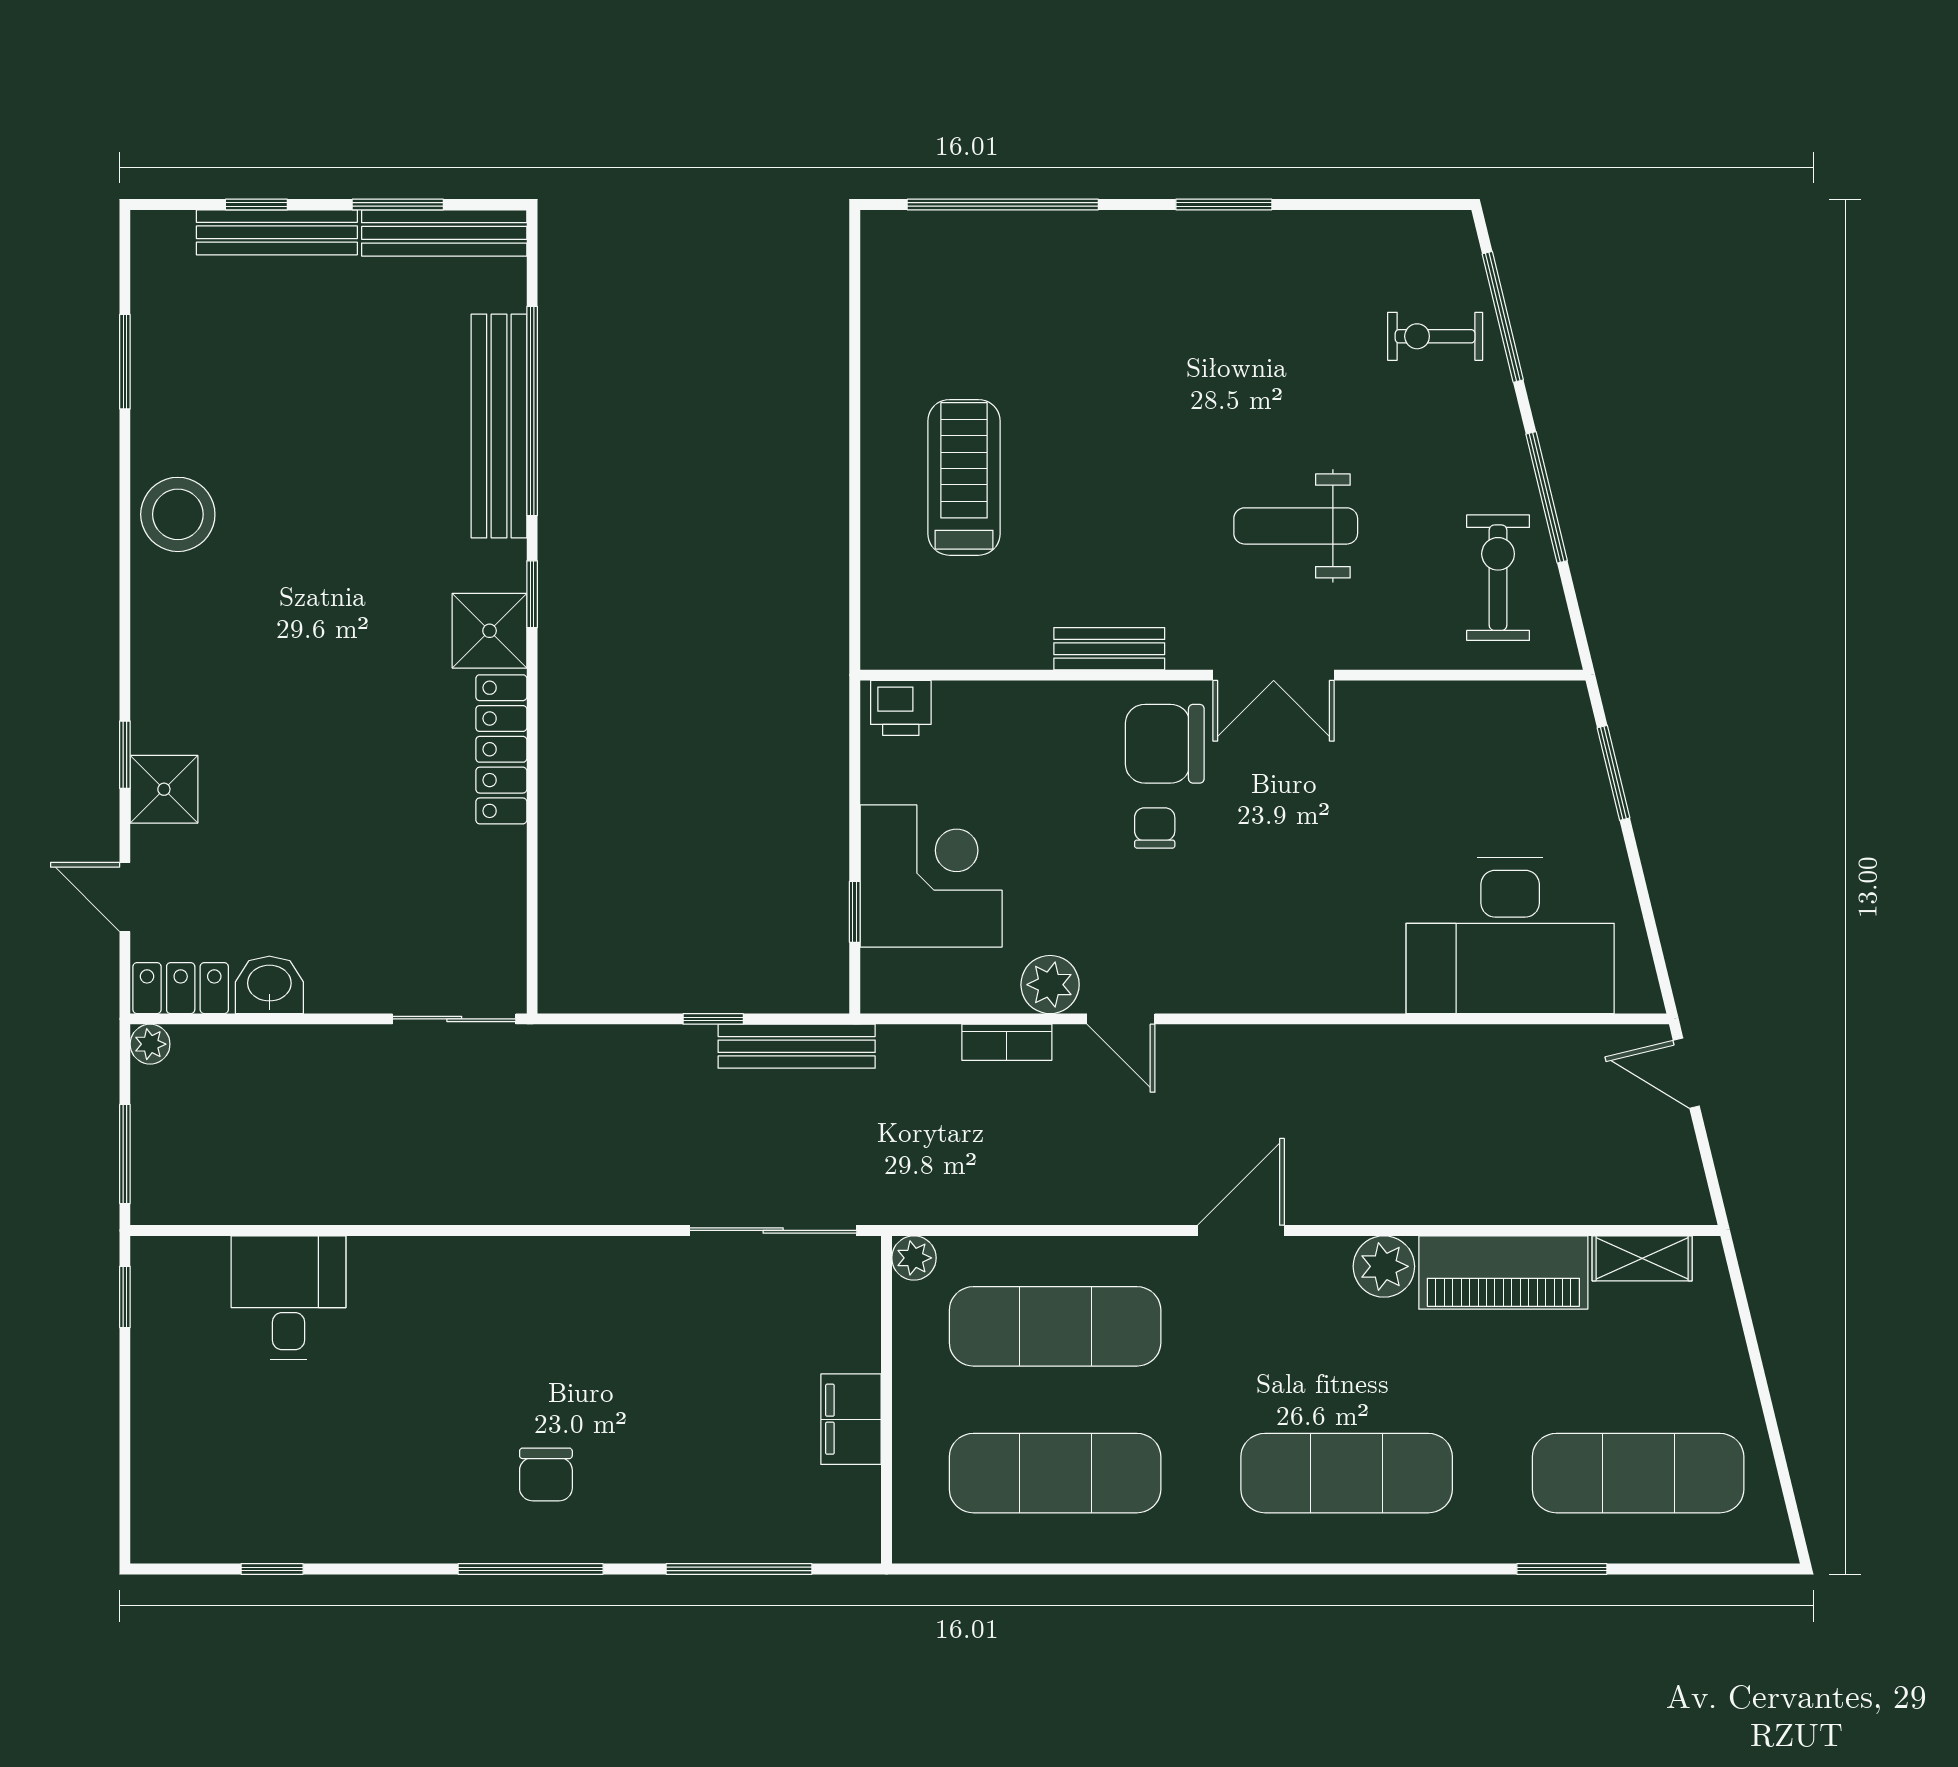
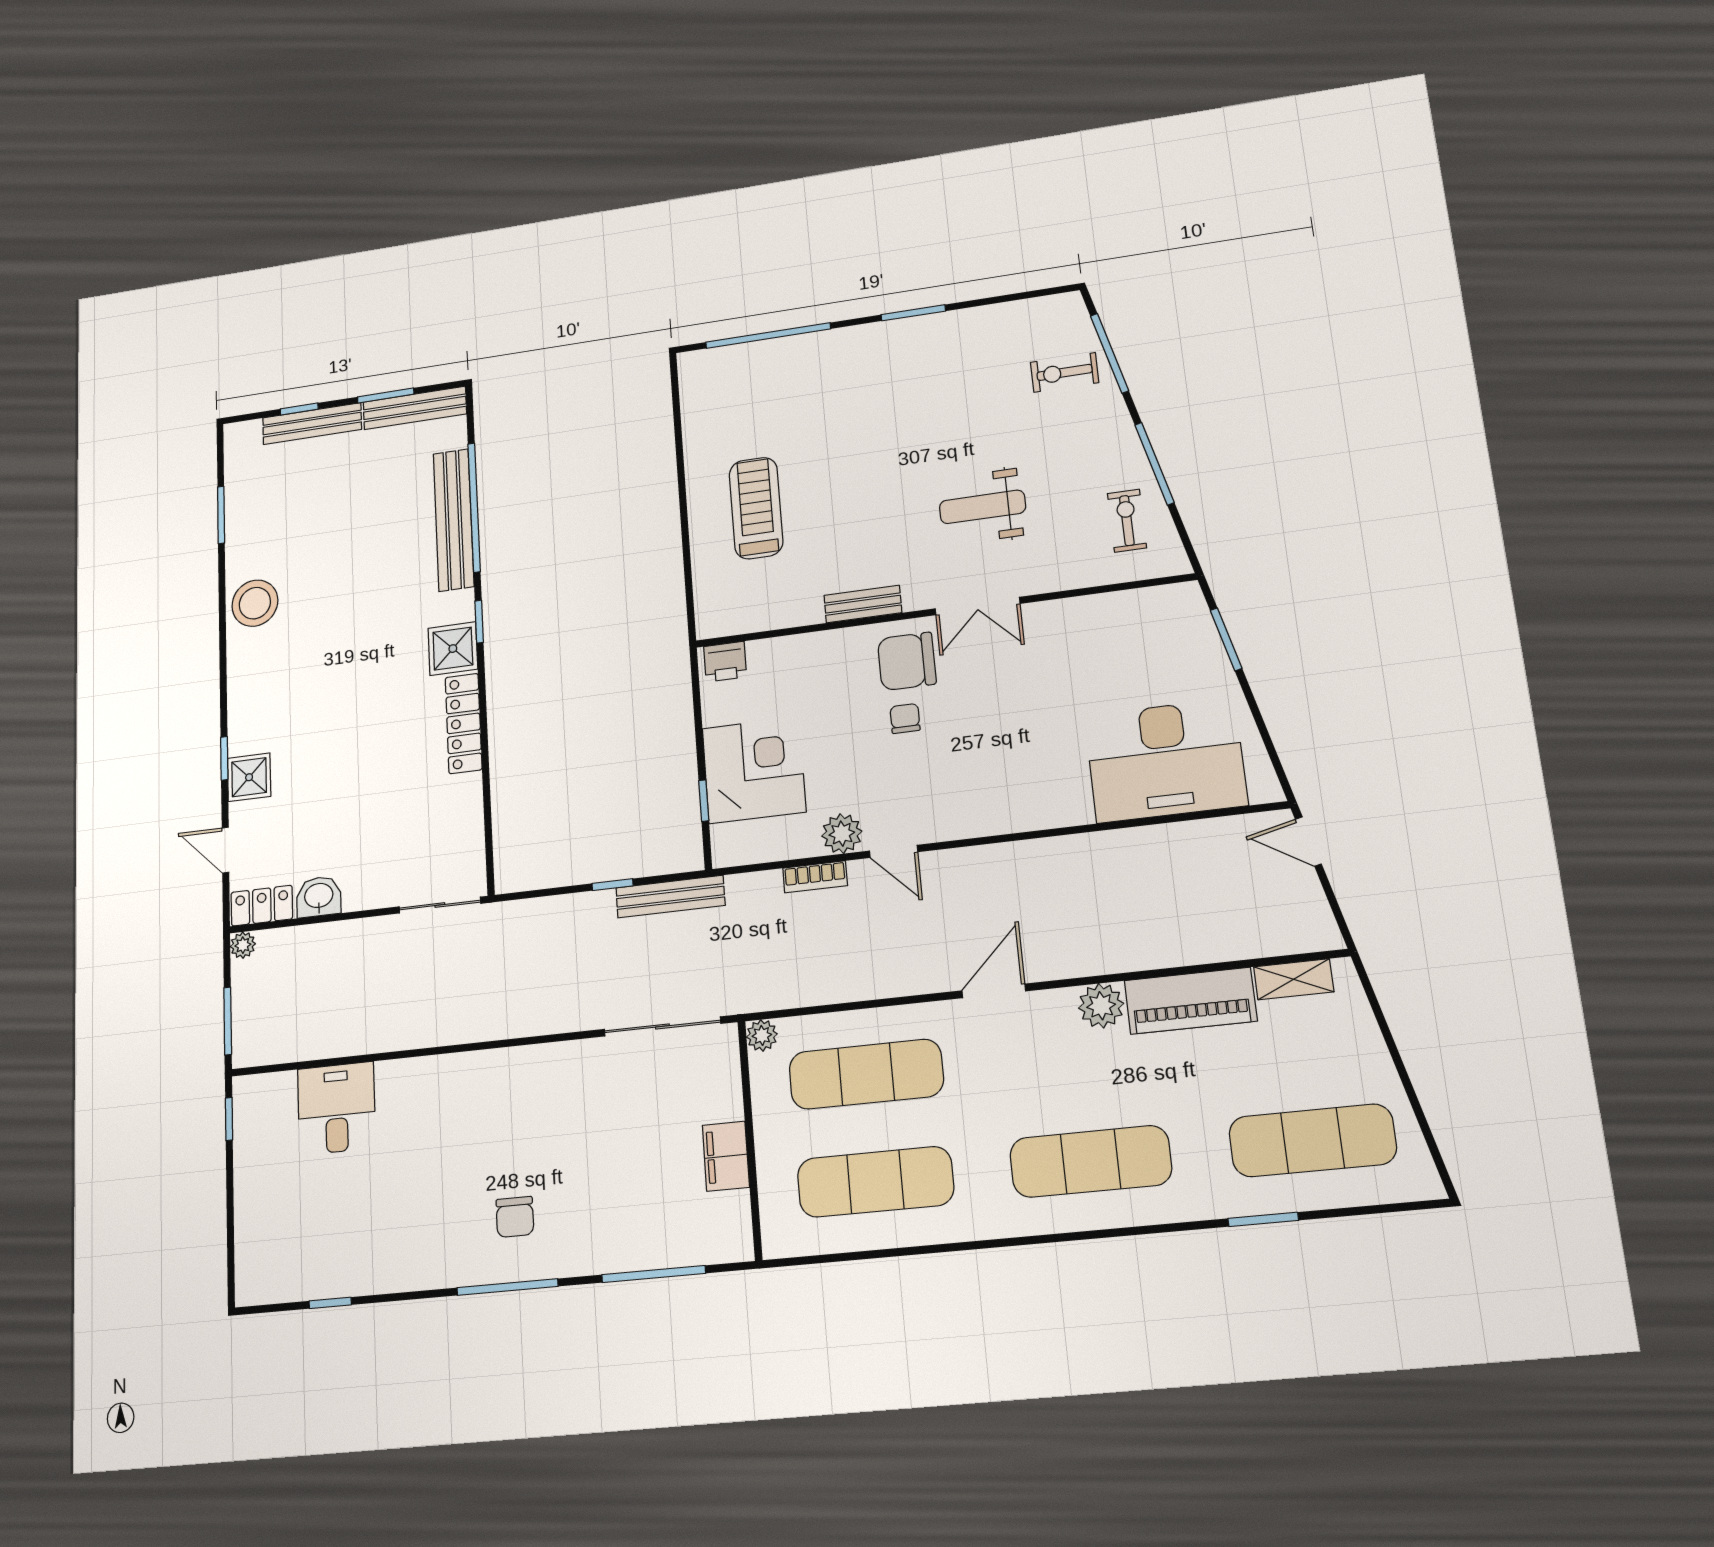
exercise bike: (1498, 578) -> (1127, 521), width x0.73, depth x0.72

